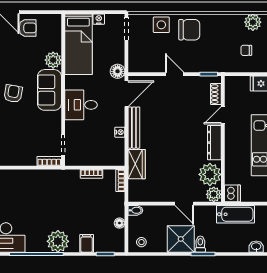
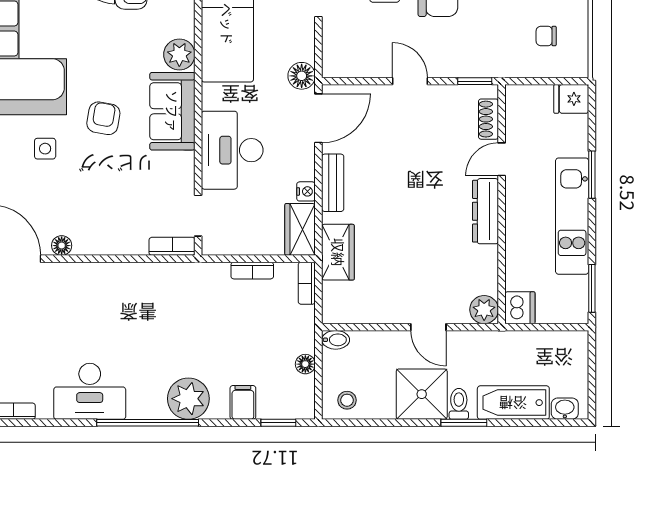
desk: (81, 105) -> (232, 150), width x1.37
bench: (134, 128) -> (333, 183), width x0.73
wardrobe: (117, 152) -> (300, 229), added
plant: (210, 174) -> (477, 272), removed
bathtub: (235, 214) -> (513, 403), moved, turned 180

